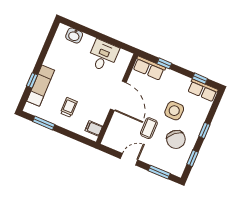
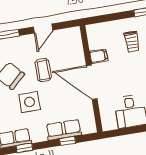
row of seats: (149, 68) -> (64, 130), moved
filing cabinet: (94, 128) -> (99, 56), moved

